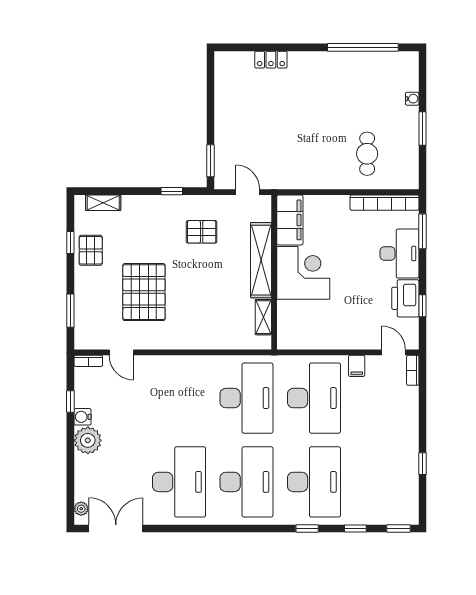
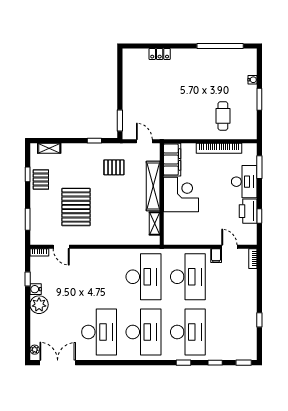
bookcase: (384, 203) -> (219, 148), moved
door: (394, 352) -> (229, 247), moved

